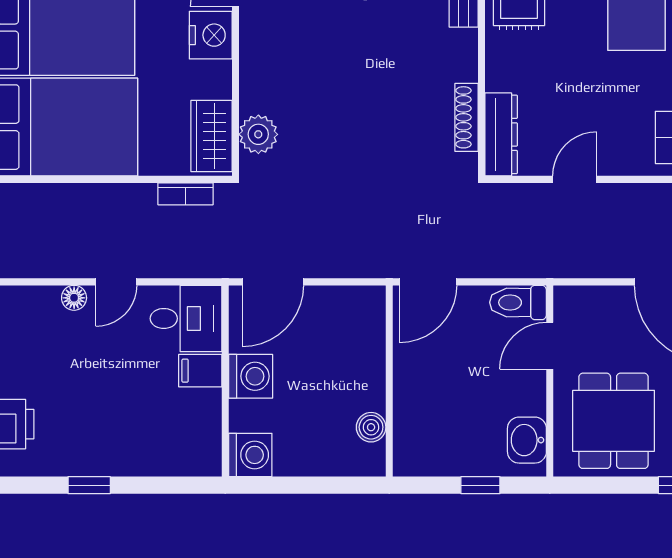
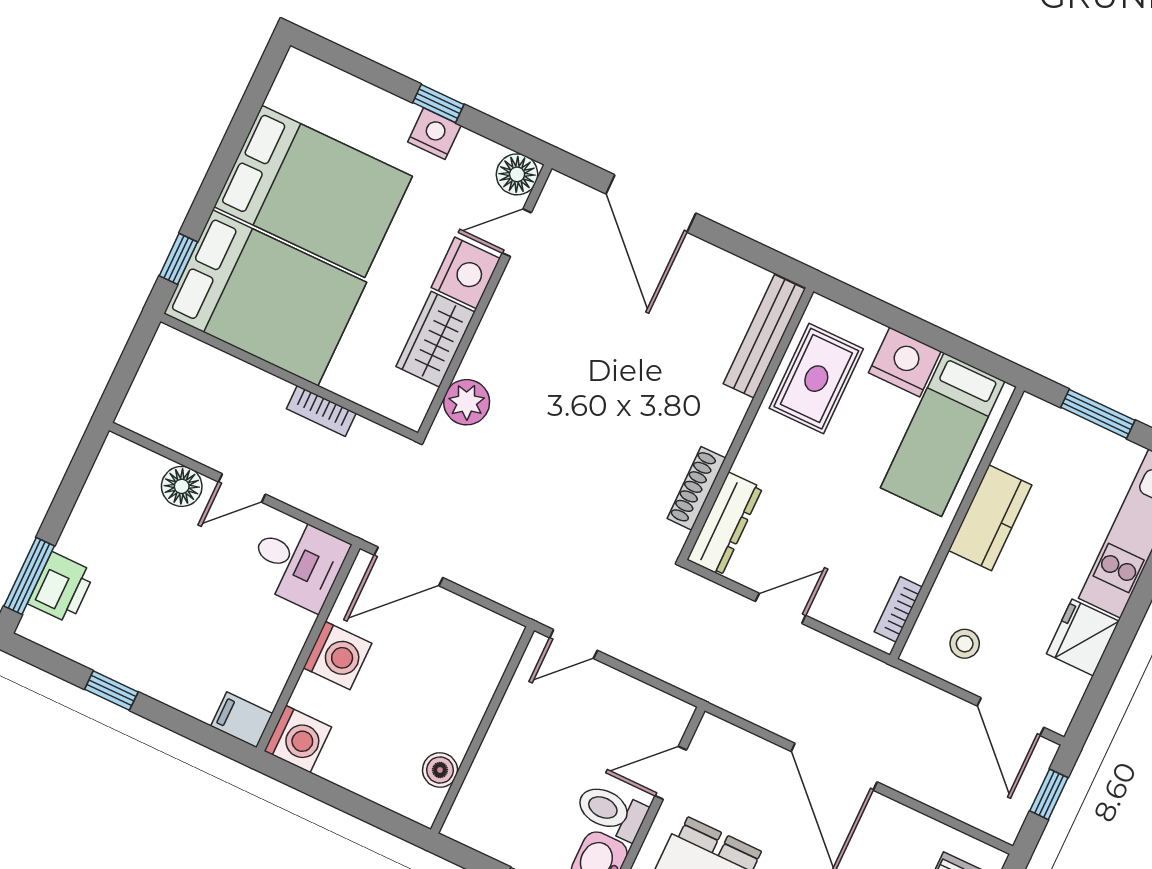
wardrobe: (211, 136) -> (435, 339), moved
bookcase: (186, 194) -> (321, 411), moved
door: (428, 282) -> (573, 644), width x0.73
floor lamp: (74, 298) -> (182, 486), width x1.37, depth x1.37
toilet: (518, 302) -> (611, 811), moved
filing cabinet: (200, 371) -> (242, 720), moved

